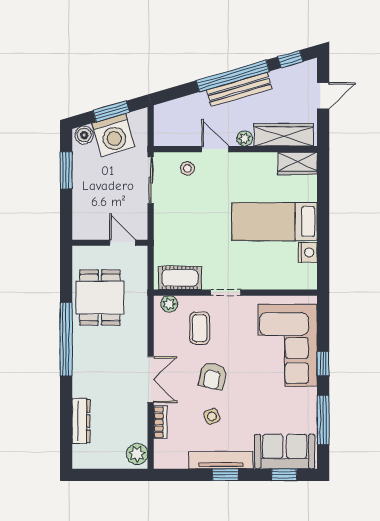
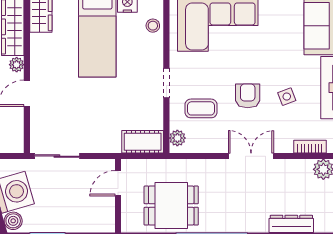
stool: (187, 168) -> (153, 26), moved
cot: (180, 278) -> (143, 142), moved, turned 90
armchair: (213, 376) -> (248, 96), turned -102
bookcase: (160, 422) -> (310, 147), moved

